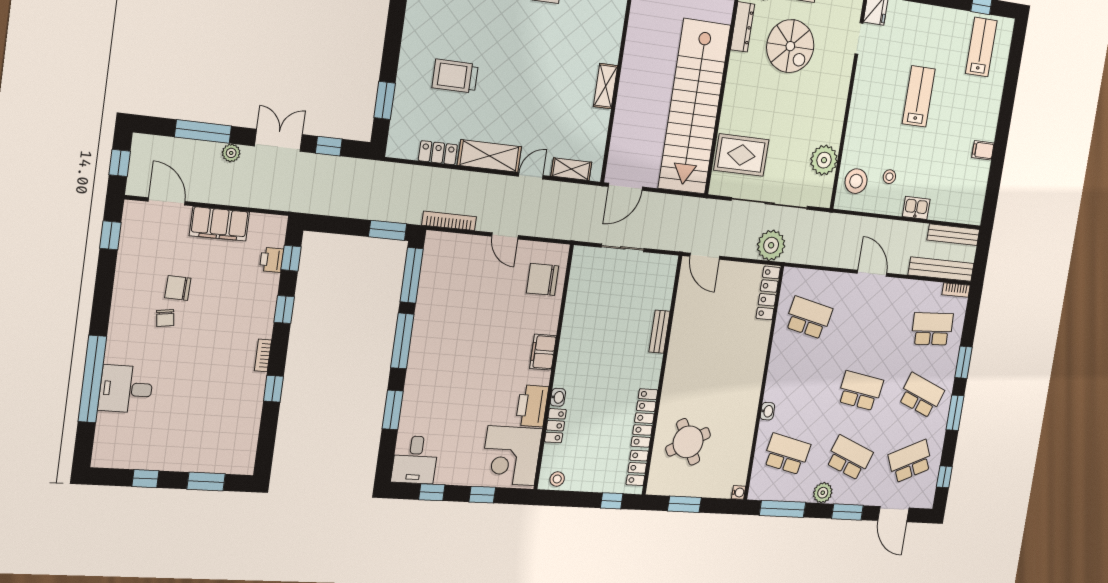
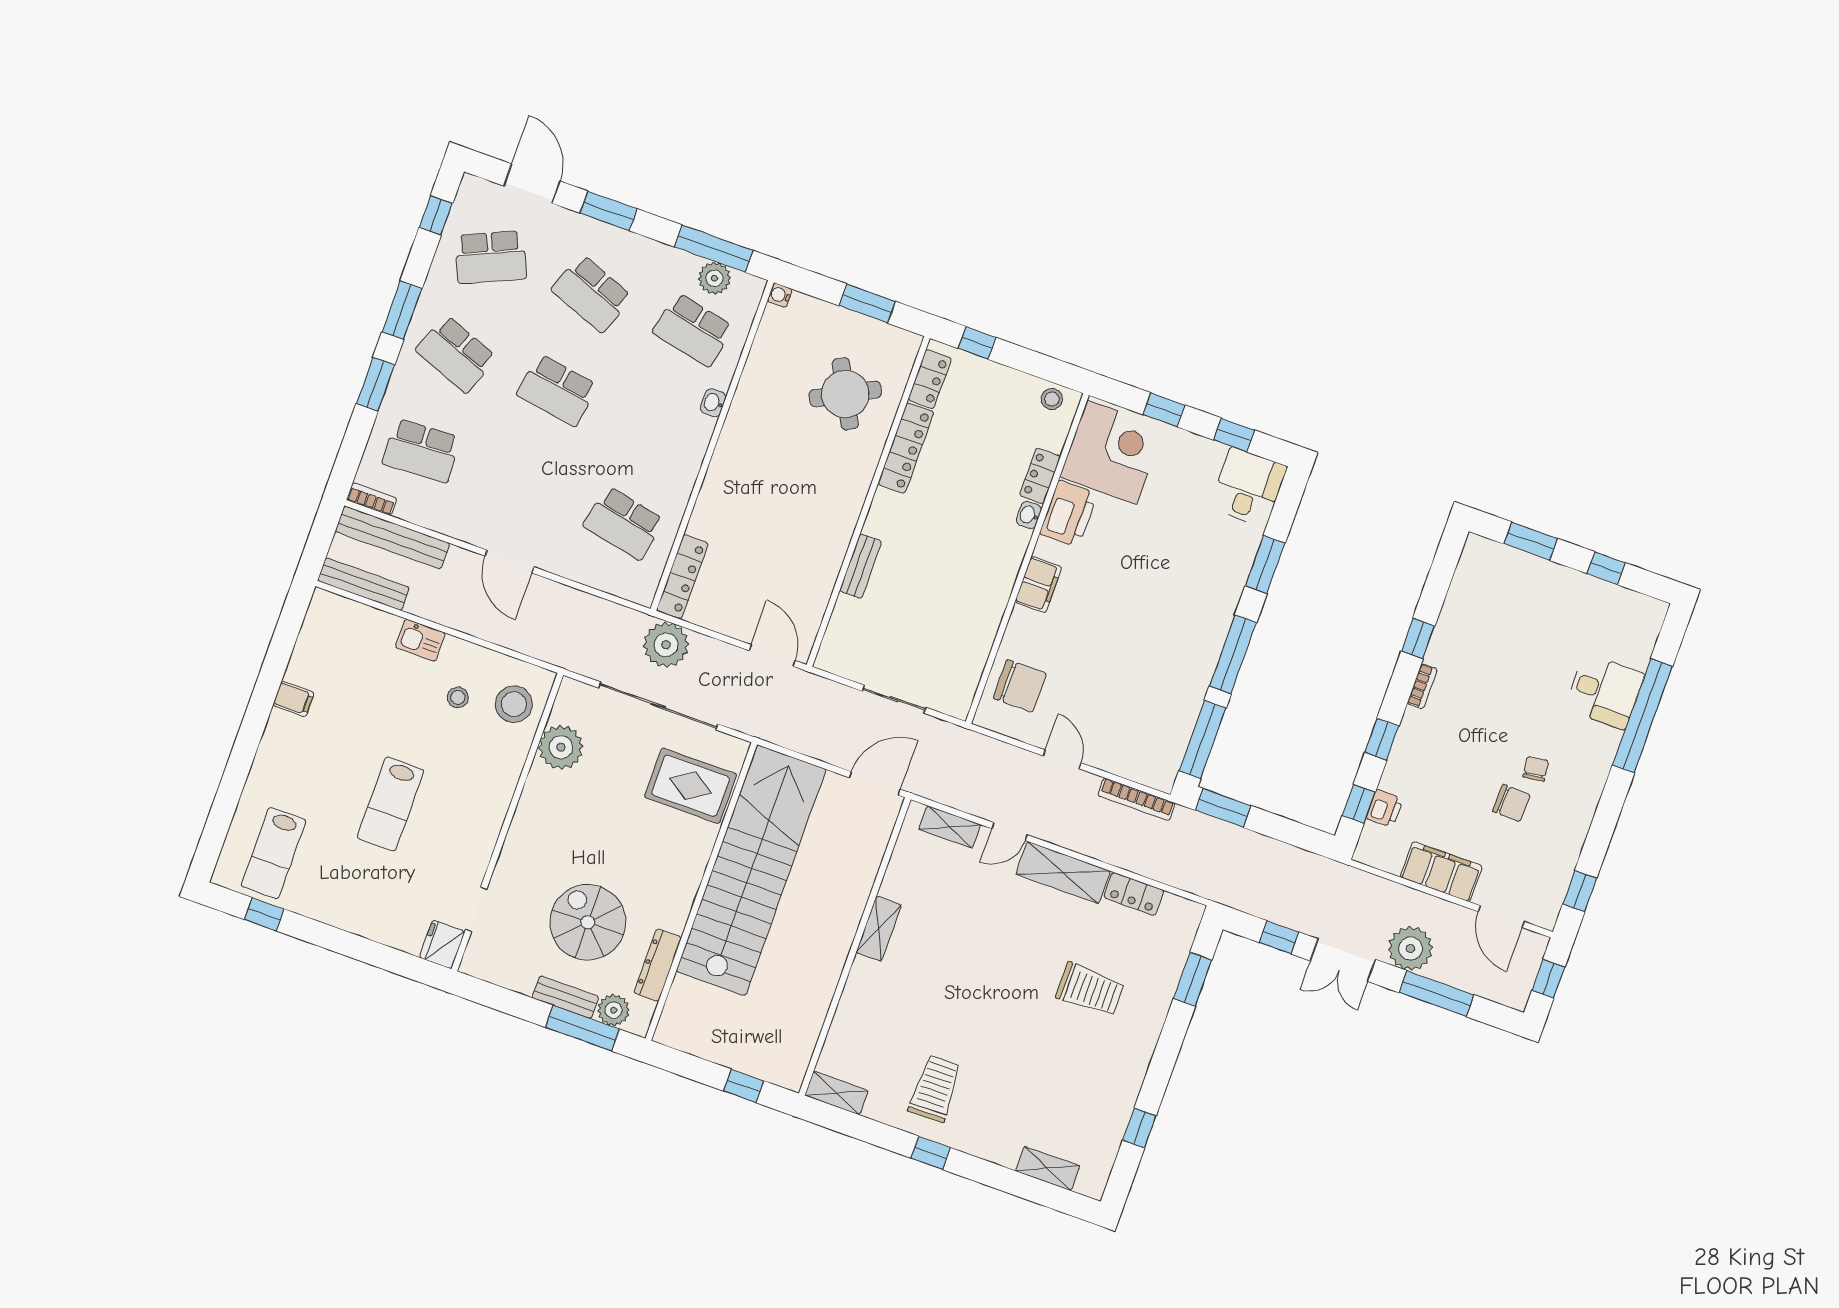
plant: (231, 153) -> (1410, 948), width x1.87, depth x1.87
plant: (823, 493) -> (714, 278), moved

